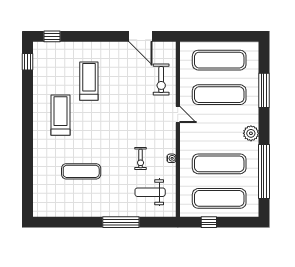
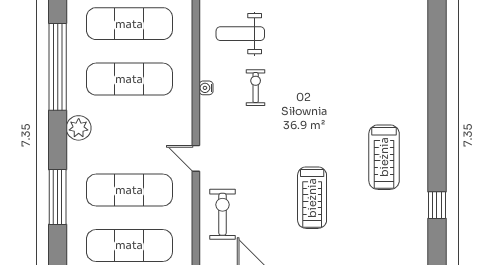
window: (27, 62) -> (437, 205), moved
treadmill: (89, 81) -> (312, 198), moved
exercise mat: (81, 171) -> (351, 67), removed
weight bench: (150, 192) -> (240, 34), turned 180

